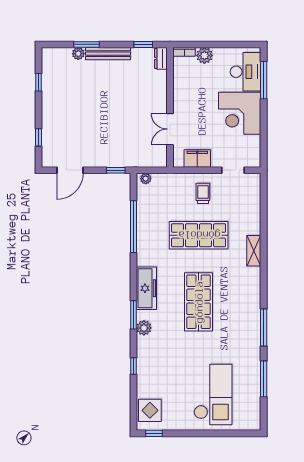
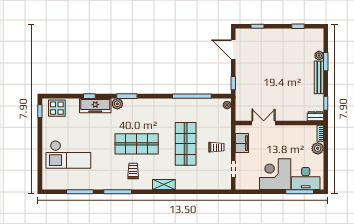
shelving: (254, 251) -> (164, 185), moved
freezer: (146, 288) -> (95, 106), moved
trolley: (235, 306) -> (133, 171), added

